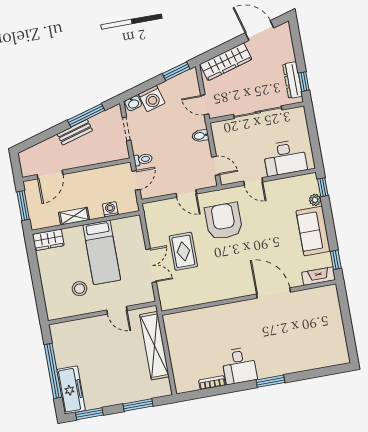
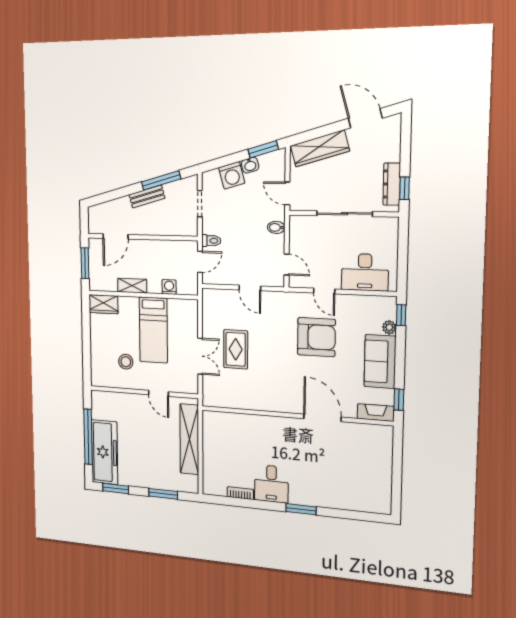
washbasin: (133, 103) -> (250, 165), moved
armchair: (224, 221) -> (316, 337), moved, turned 90
freezer: (71, 390) -> (105, 452), width x1.36, depth x1.26

